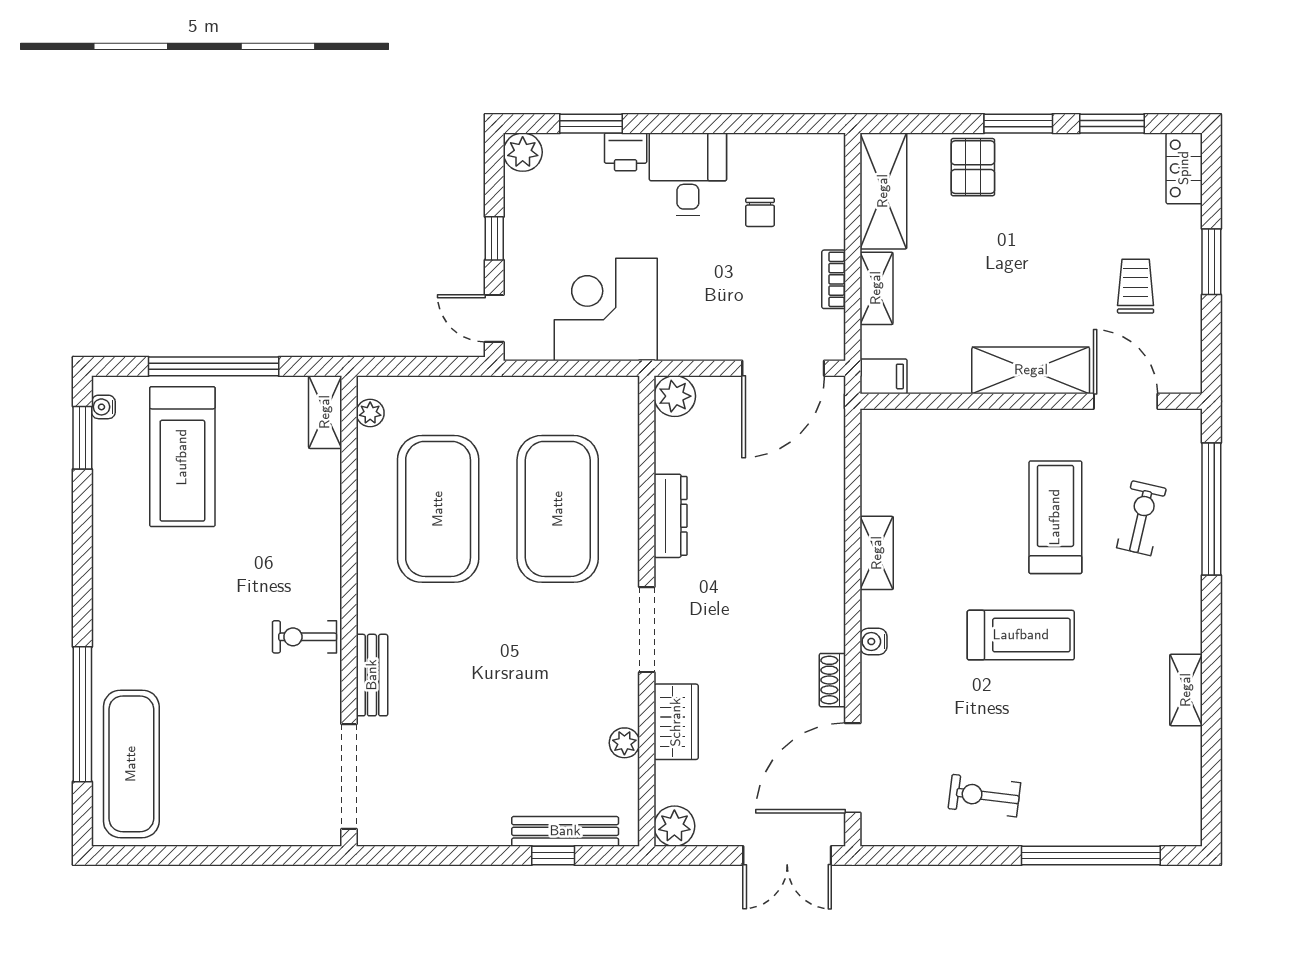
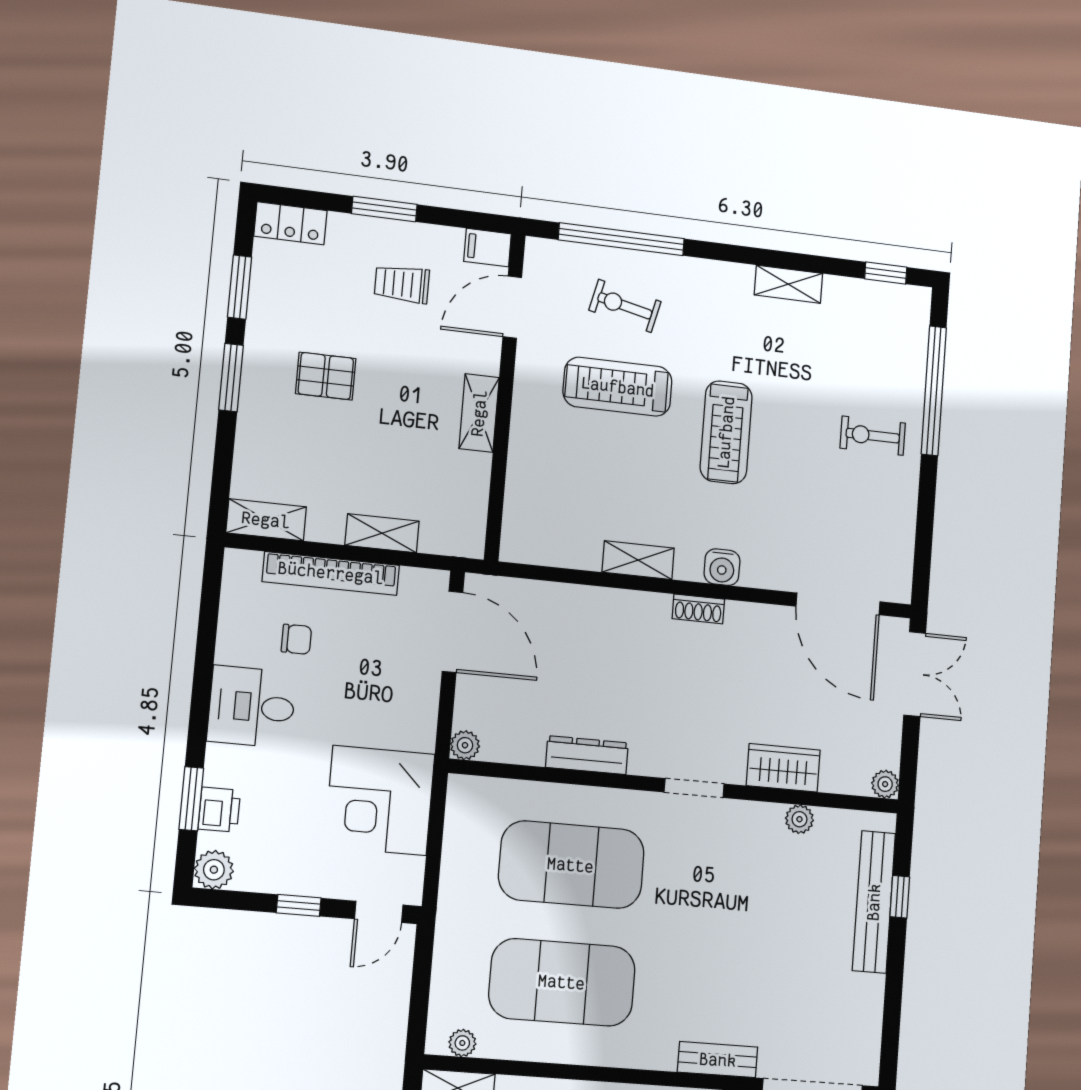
printer: (626, 152) -> (219, 810), moved
pallet: (973, 167) -> (326, 376), moved
shelving: (883, 191) -> (266, 520), width x0.67, depth x0.75
bookcase: (834, 279) -> (331, 573), width x2.31, depth x1.31
shelving: (1031, 370) -> (479, 413), width x0.67, depth x0.75
filing cabinet: (884, 376) -> (487, 248), moved, turned -90
plant: (675, 396) -> (465, 745), width x0.73, depth x0.73
doorway: (647, 630) -> (694, 788), width x0.73
treadmill: (1021, 635) -> (726, 432), turned 180
water cooler: (873, 641) -> (722, 567), width x1.38, depth x1.38
shoe rack: (832, 680) -> (698, 609), moved
window: (1211, 794) -> (886, 273), added
exercise bike: (984, 796) -> (873, 436), moved, turned 83
plant: (674, 826) -> (885, 784), width x0.73, depth x0.73
bench: (565, 831) -> (874, 902), width x1.37, depth x1.21

